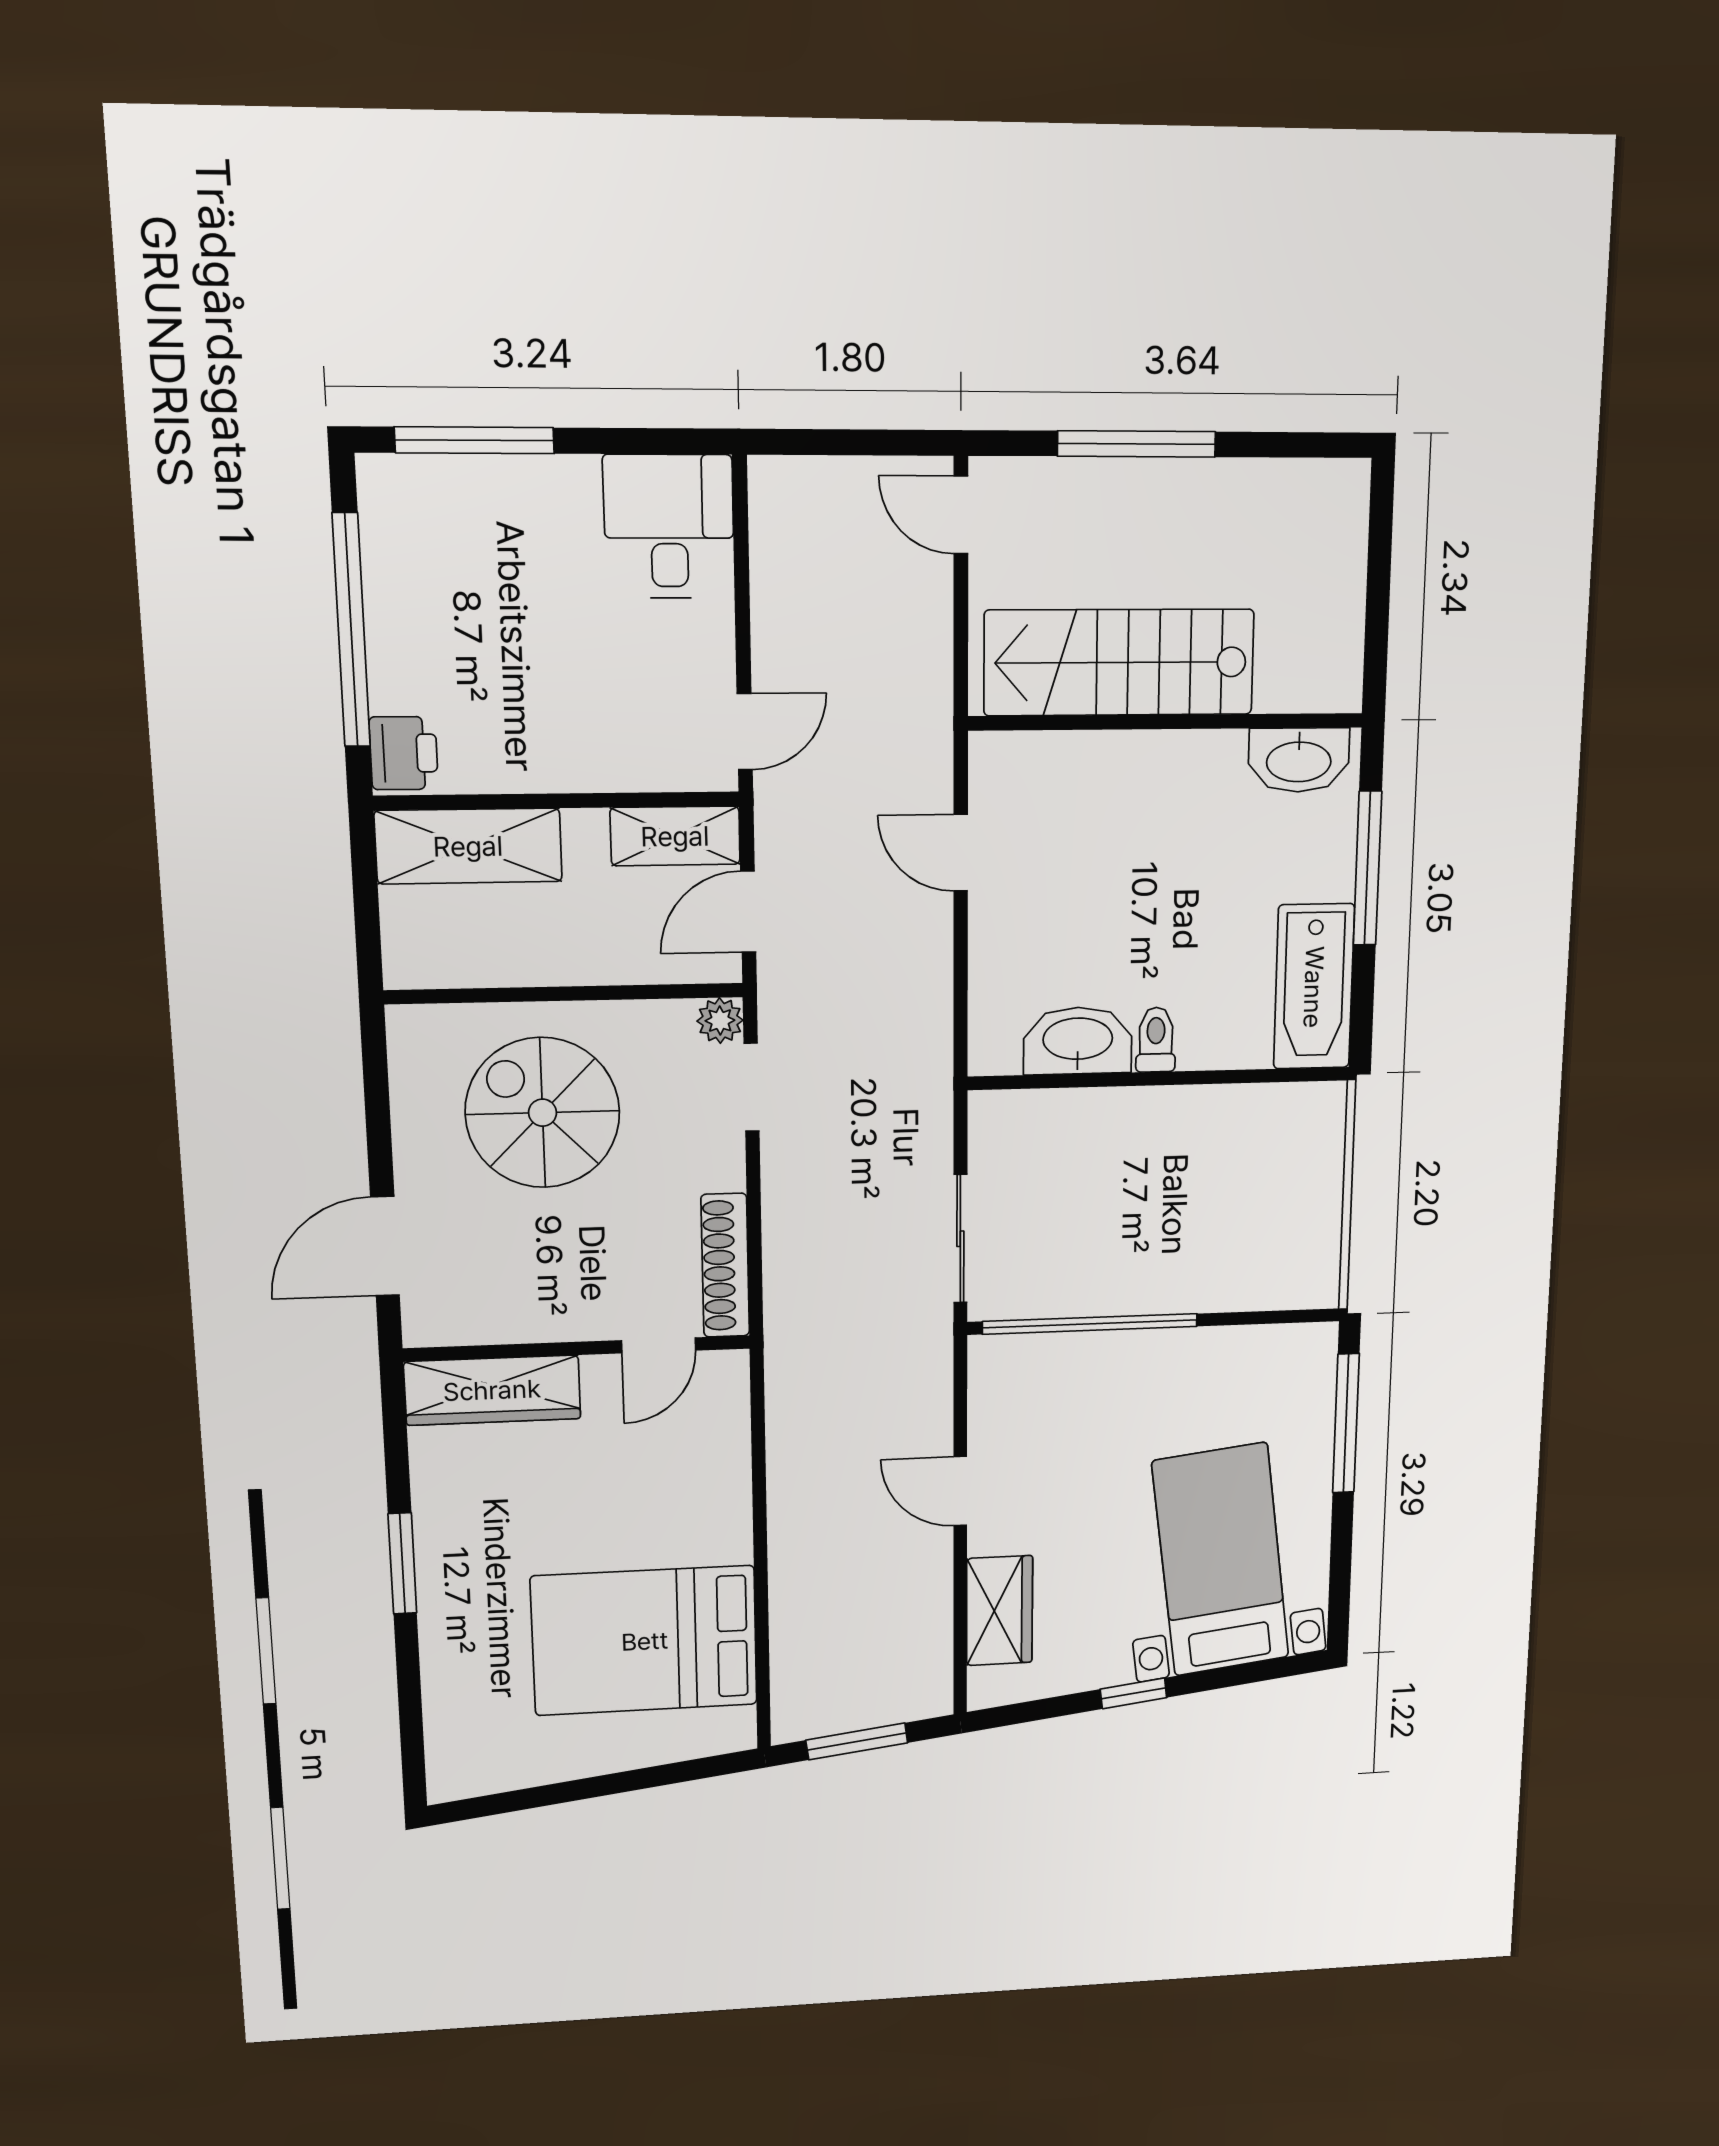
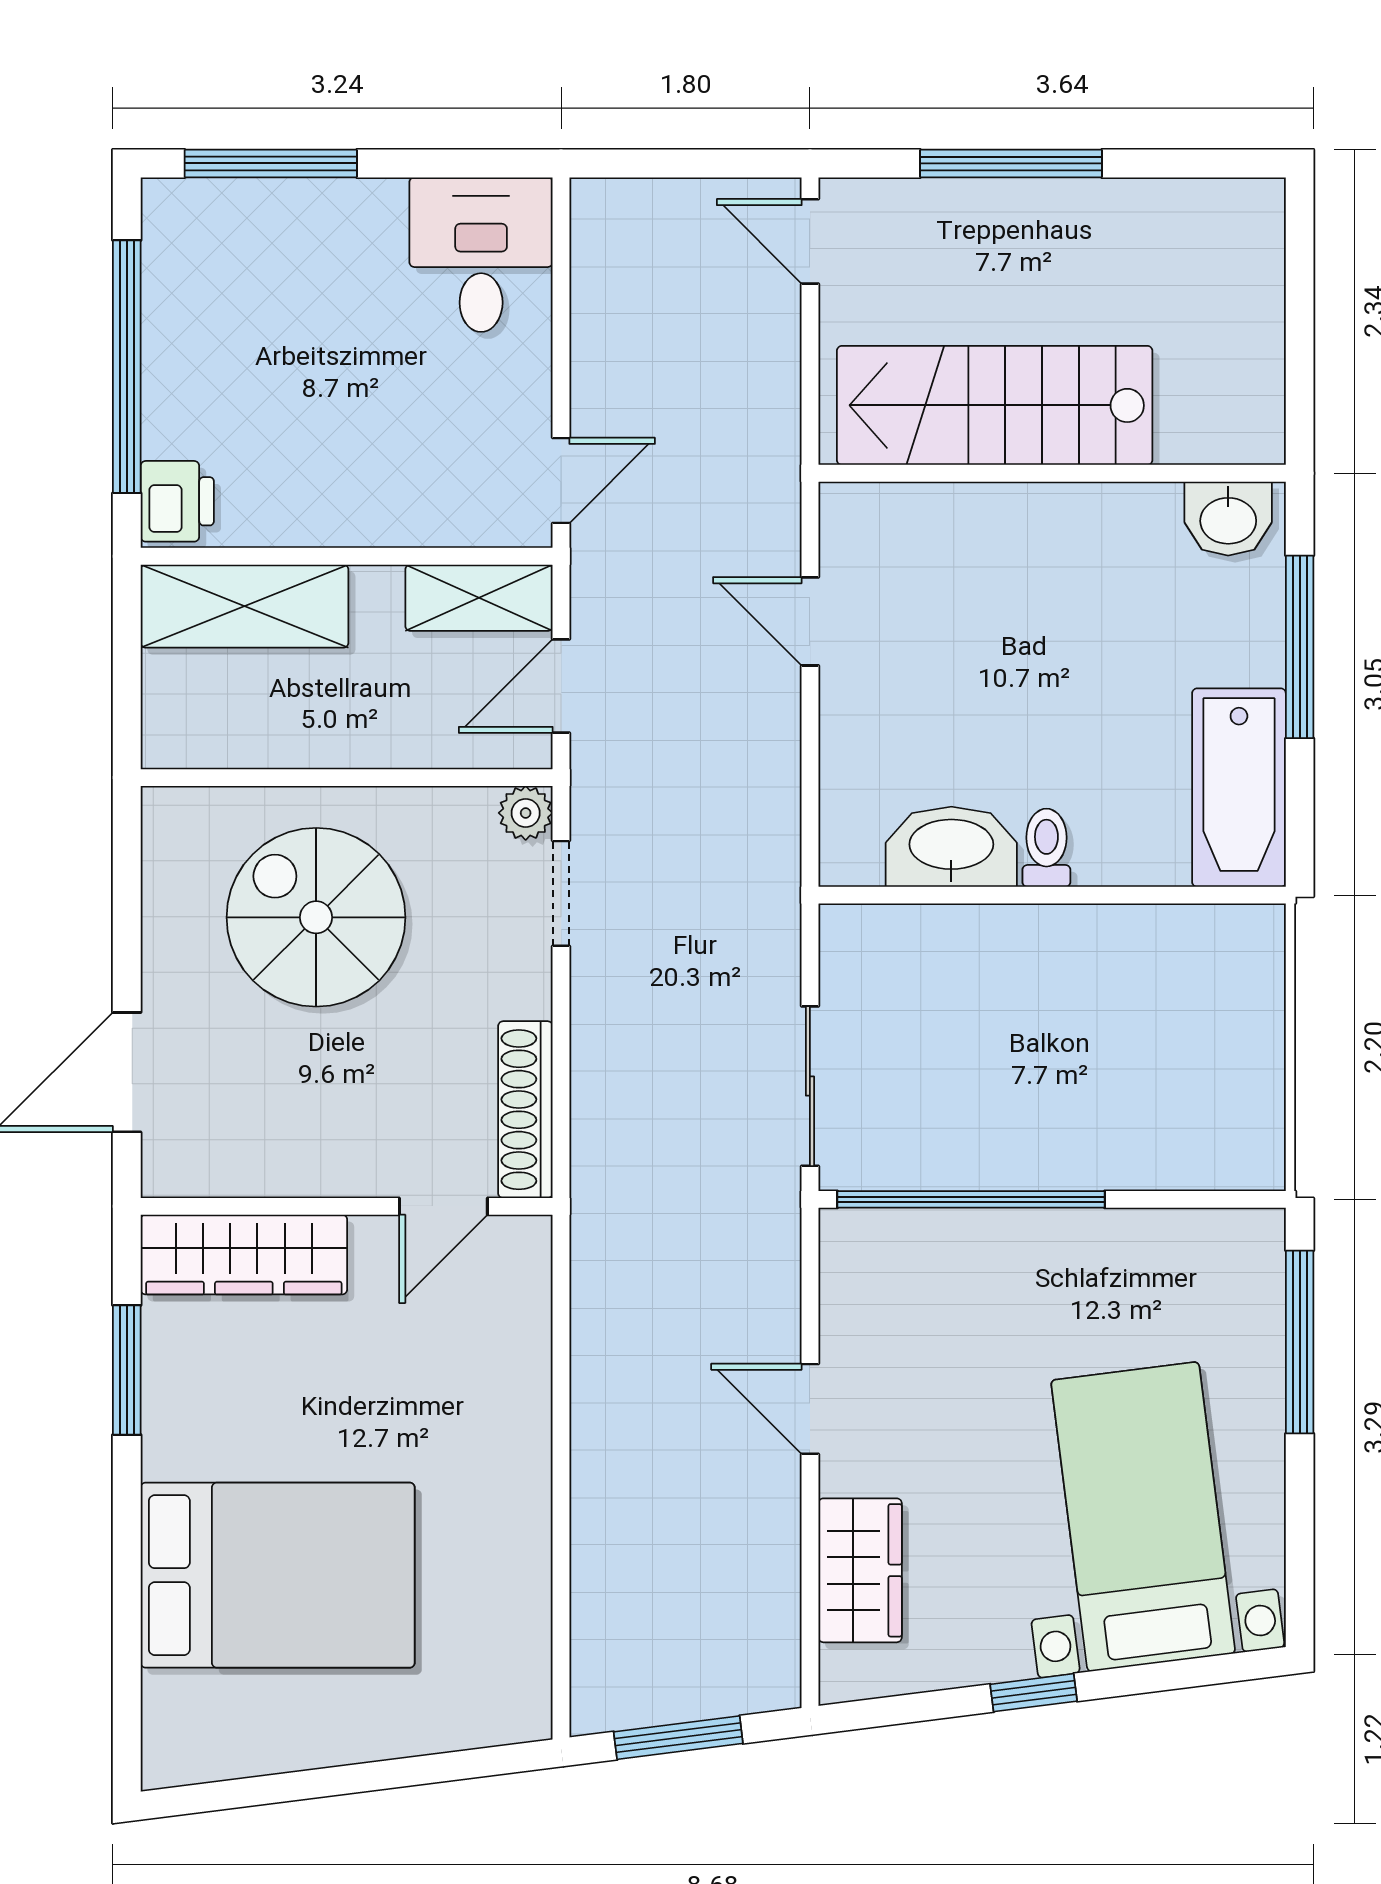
washbasin: (1299, 760) -> (1228, 519), width x0.72
window: (402, 1563) -> (127, 1370), moved
bed: (645, 1641) -> (278, 1575), moved, turned 180

